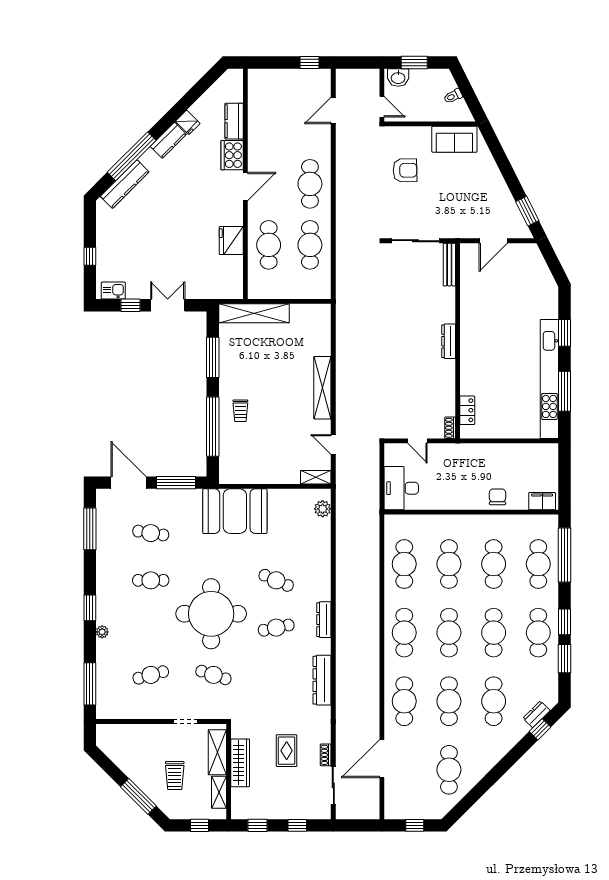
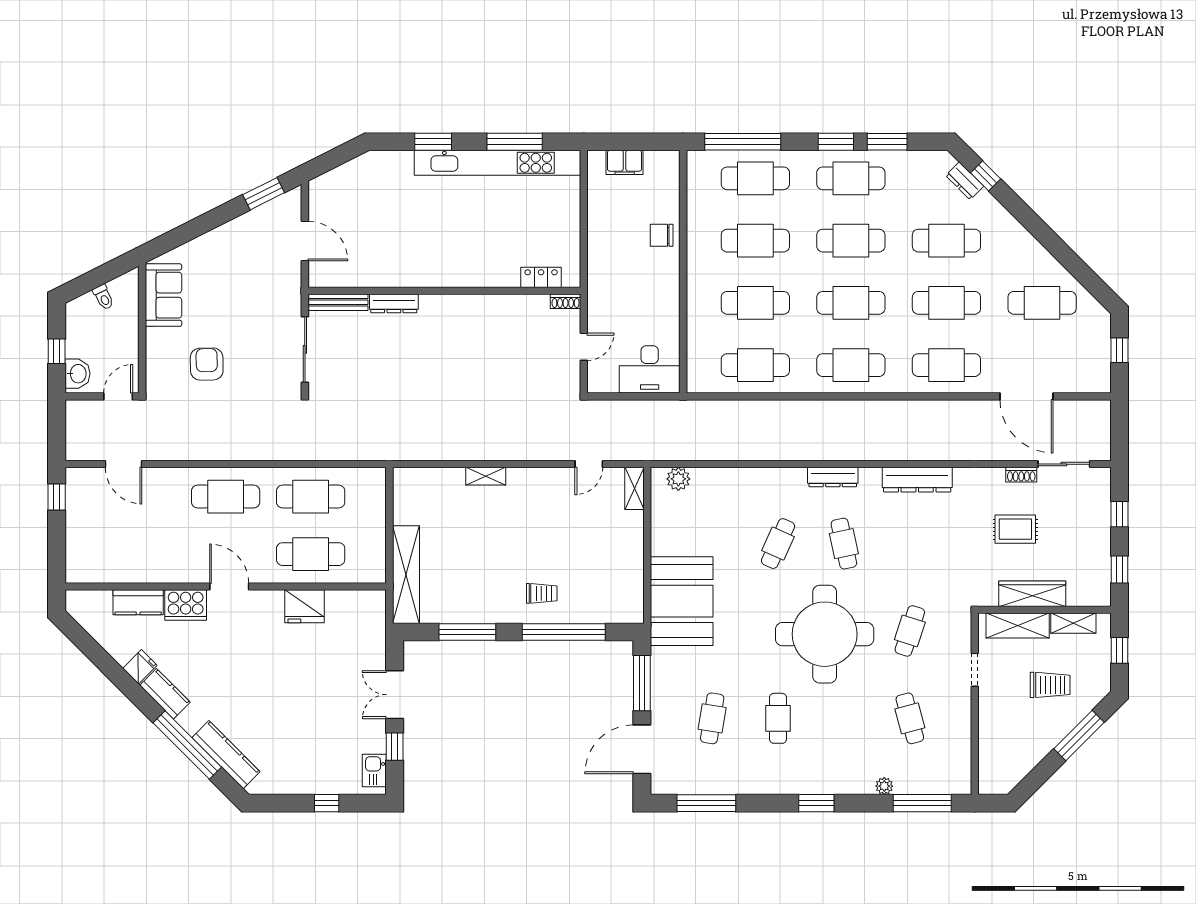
window: (414, 63) -> (57, 351), width x0.67
dresser: (449, 341) -> (394, 303), moved
shelving: (322, 388) -> (486, 476), width x0.45, depth x0.75
filing cabinet: (542, 501) -> (625, 162), moved, turned -90
plant: (102, 632) -> (884, 786), moved

